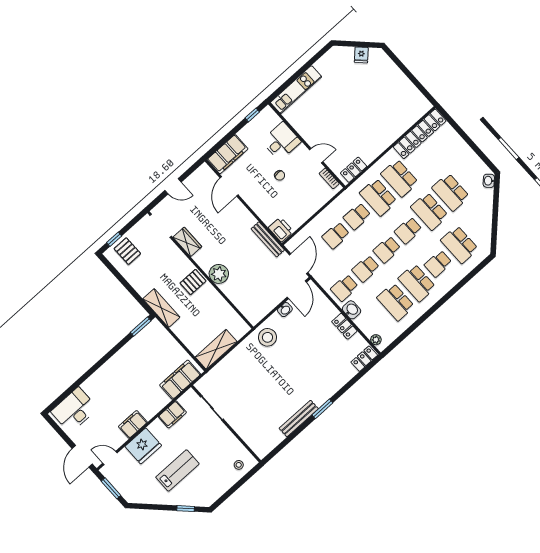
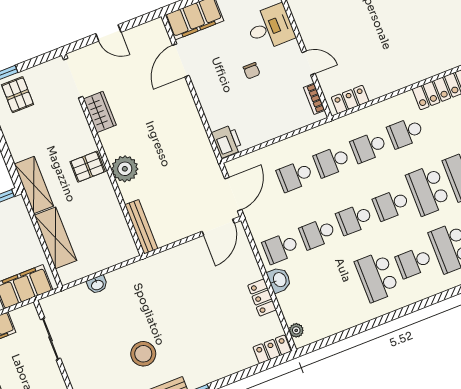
school desk: (399, 178) -> (405, 133), width x0.54
school desk: (378, 197) -> (369, 147), width x0.54
bench: (268, 239) -> (141, 227), moved
school desk: (396, 302) -> (340, 291), removed
washbasin: (285, 310) -> (97, 285), moved
stool: (267, 337) -> (143, 354), moved
shelving: (216, 349) -> (56, 238), moved, turned 90

